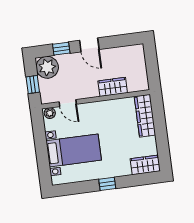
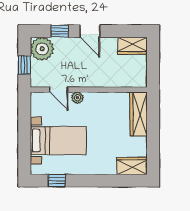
wardrobe: (113, 87) -> (132, 46), moved, turned 180
plant: (50, 113) -> (77, 98), moved
window: (107, 184) -> (57, 181), moved

